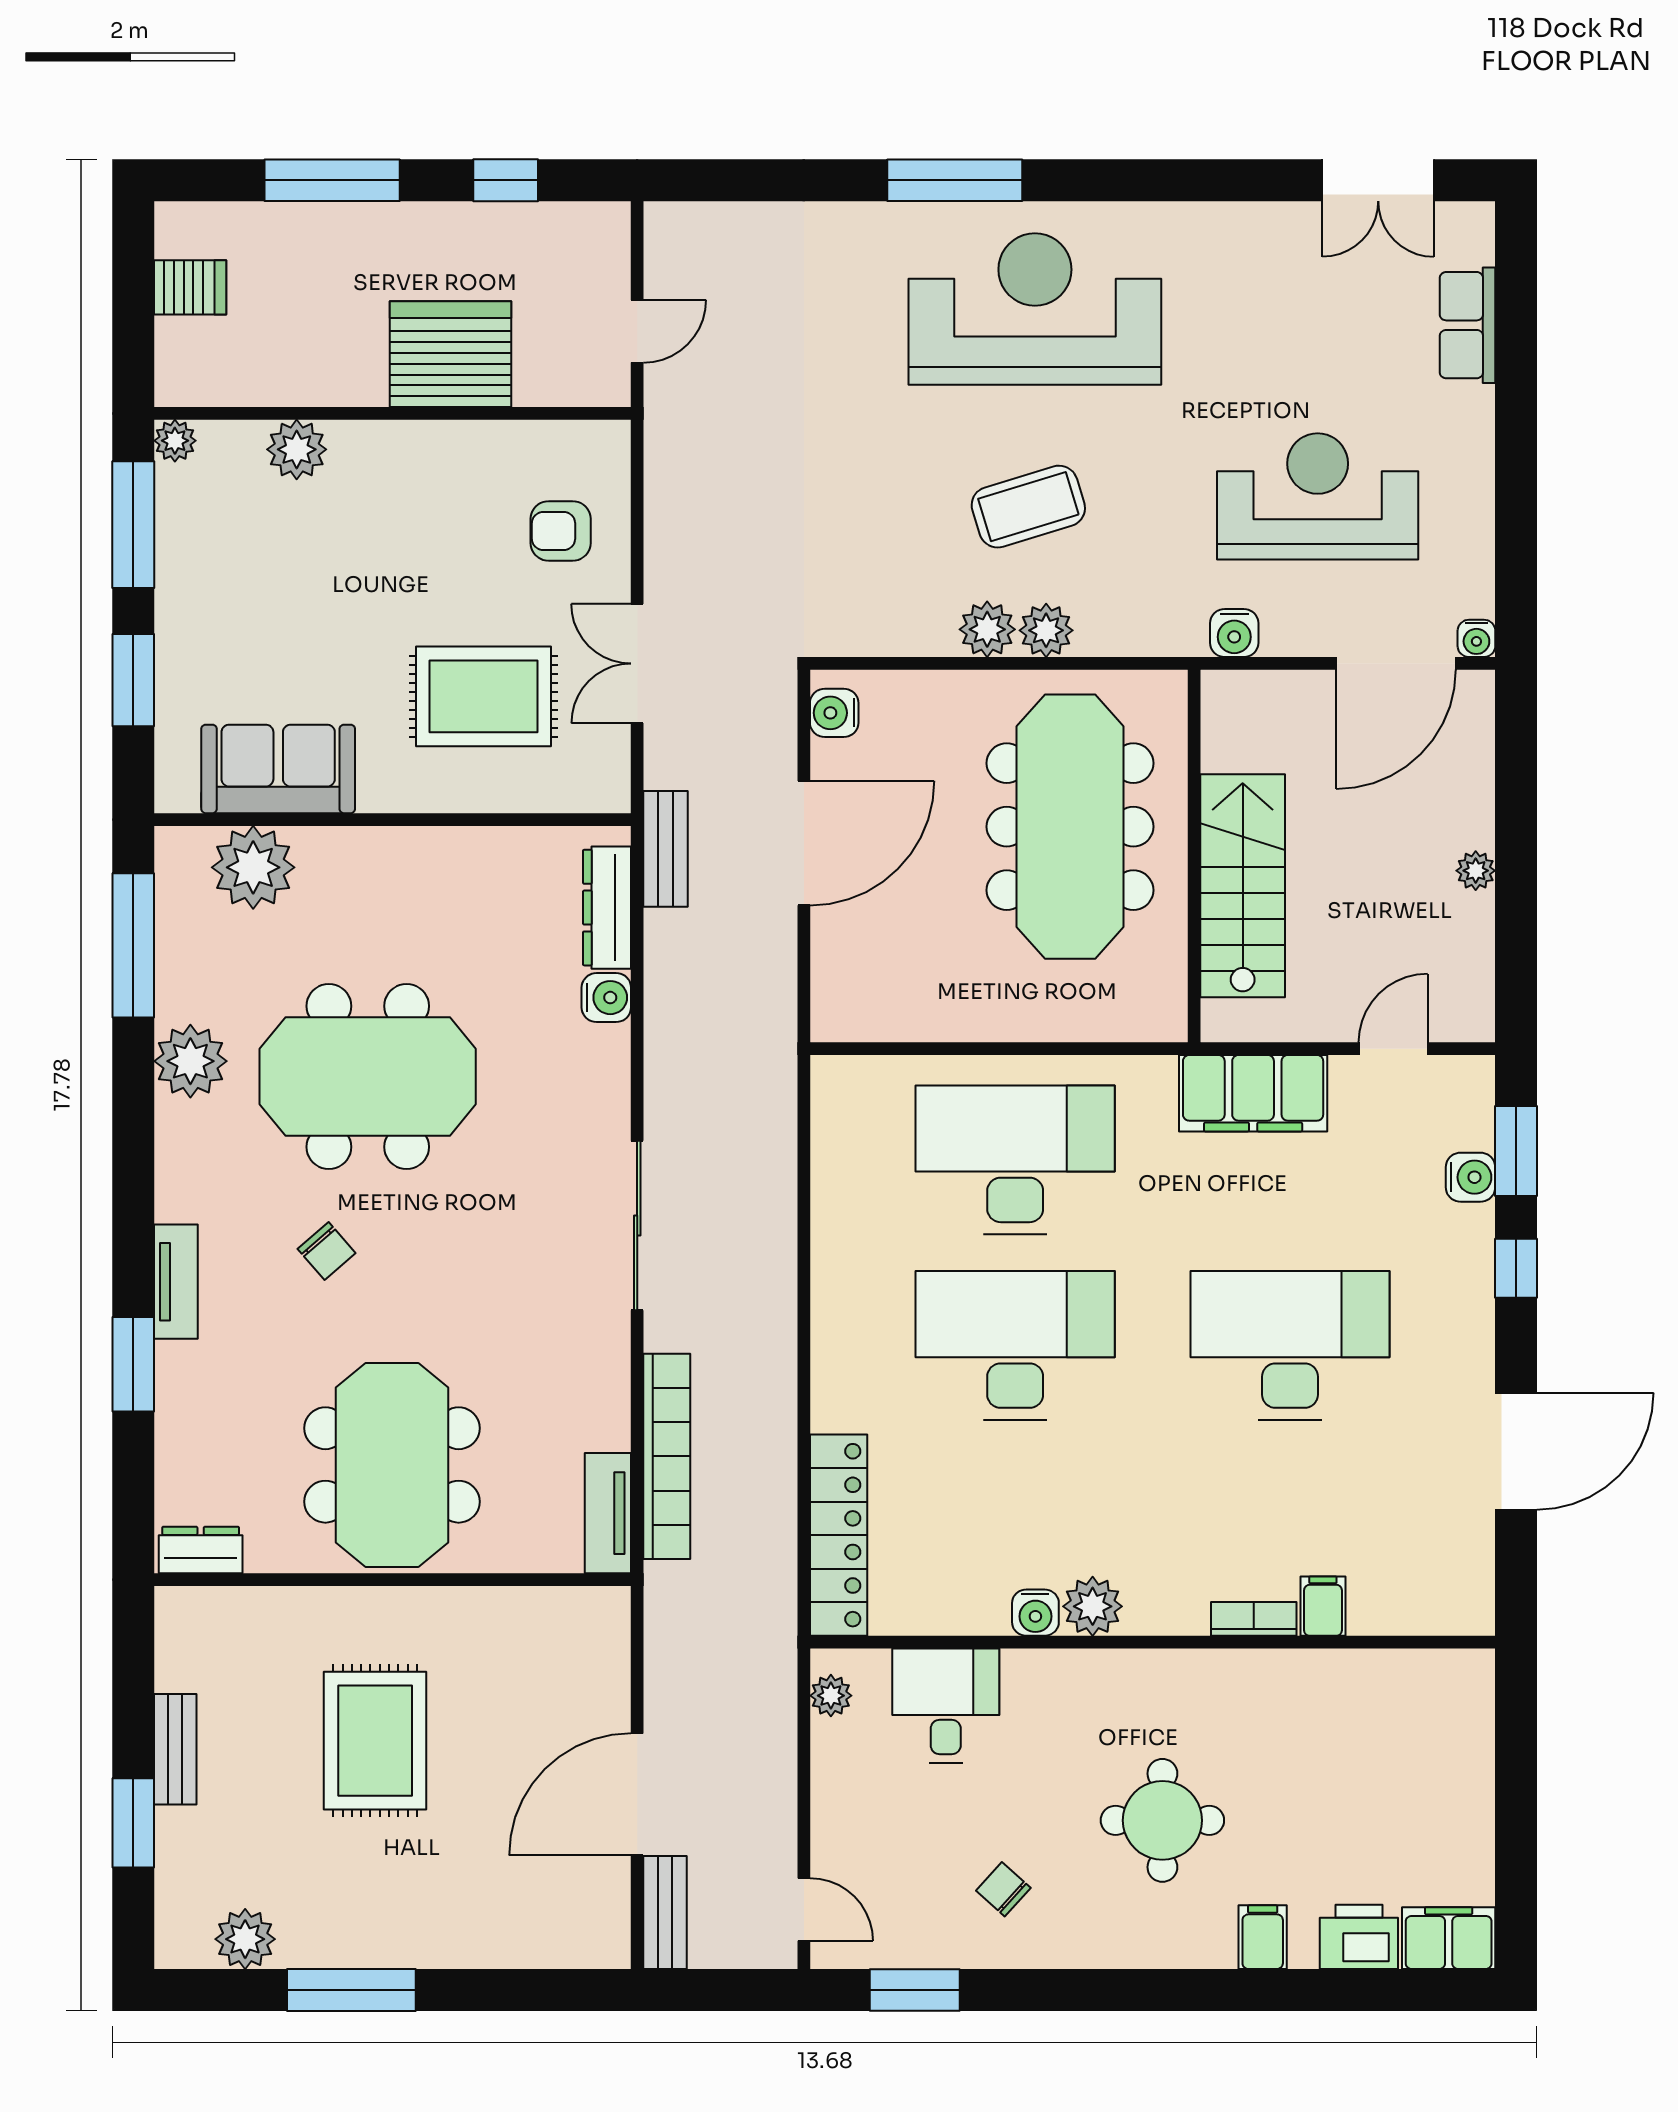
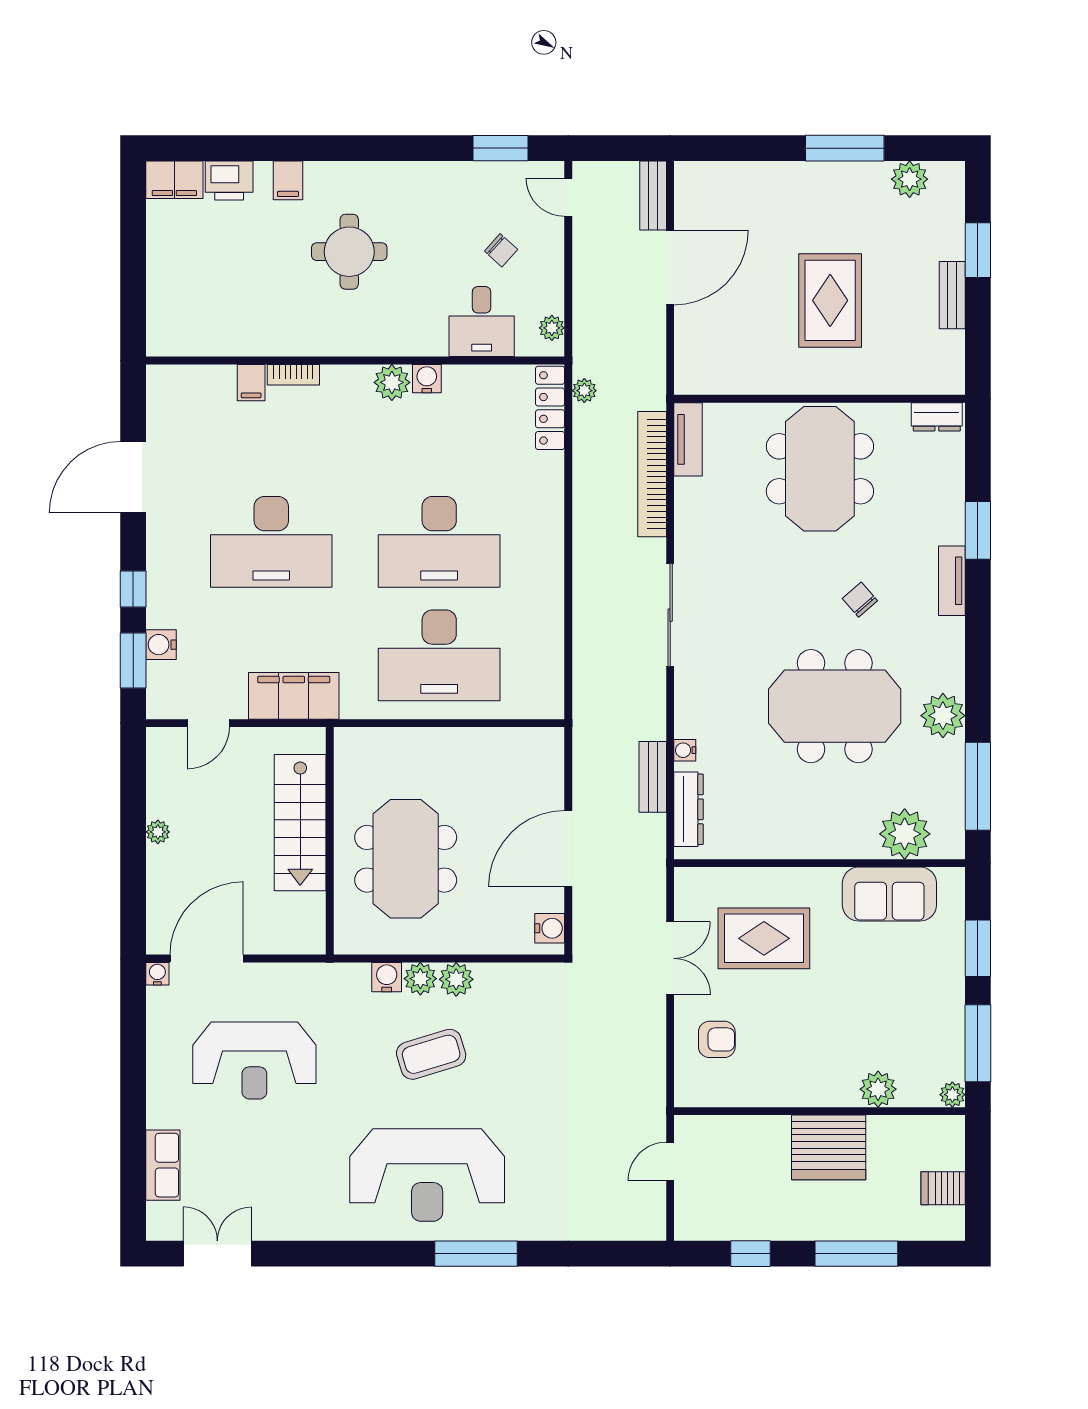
server rack: (451, 354) -> (829, 1147), moved
water cooler: (1234, 633) -> (387, 977), moved
meeting table: (1070, 827) -> (406, 859), width x0.73
bench: (666, 849) -> (653, 777), moved
water cooler: (606, 998) -> (685, 750), width x0.72, depth x0.72
locker: (839, 1535) -> (550, 408), width x0.71, depth x0.83
plant: (778, 1593) -> (584, 391), added
chair: (1003, 1889) -> (501, 250), moved

